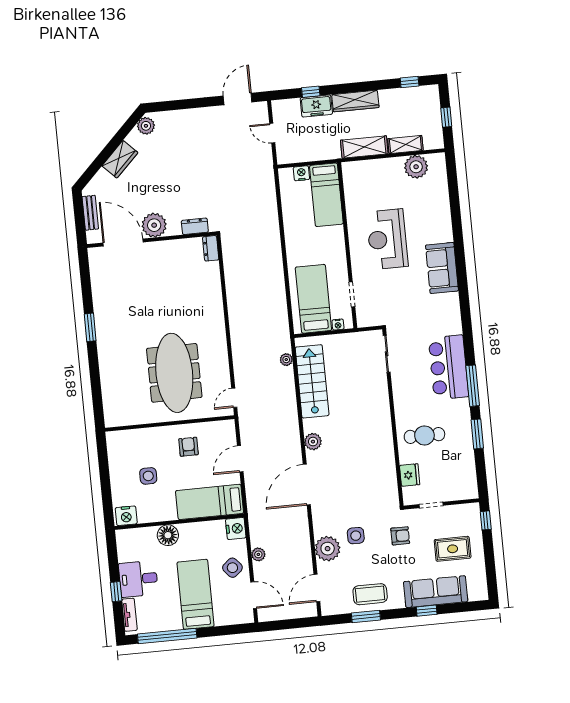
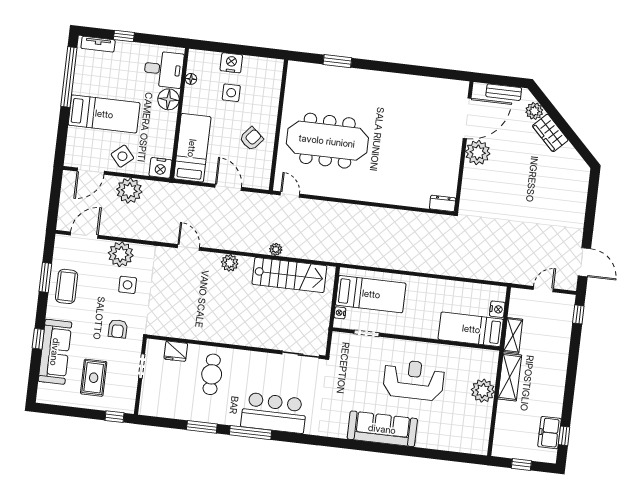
window: (311, 92) -> (578, 314), moved
wardrobe: (355, 101) -> (557, 378), removed
freezer: (316, 106) -> (549, 433), moved
plant: (146, 126) -> (534, 111), moved
shelving: (405, 145) -> (513, 335), moved
plant: (416, 167) -> (483, 391), moved
dresser: (195, 226) -> (468, 193), removed
sofa: (442, 268) -> (382, 429), width x1.36
window: (90, 327) -> (337, 61), moved
plant: (286, 360) -> (276, 249), moved
armchair: (188, 447) -> (251, 139), turned -50
door: (307, 485) -> (189, 247), width x0.53
nightstand: (126, 516) -> (231, 63), moved, turned 90
floor lamp: (143, 518) -> (191, 79), added
plant: (258, 554) -> (129, 191), width x1.88, depth x1.88
desk: (138, 579) -> (164, 69), moved, turned 90
door: (317, 588) -> (84, 235), hinge flipped

